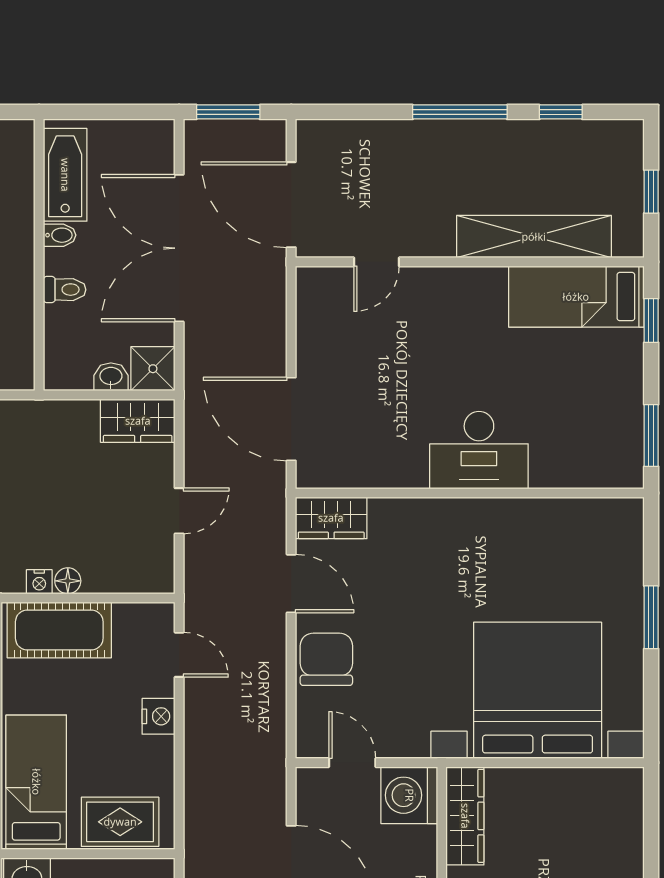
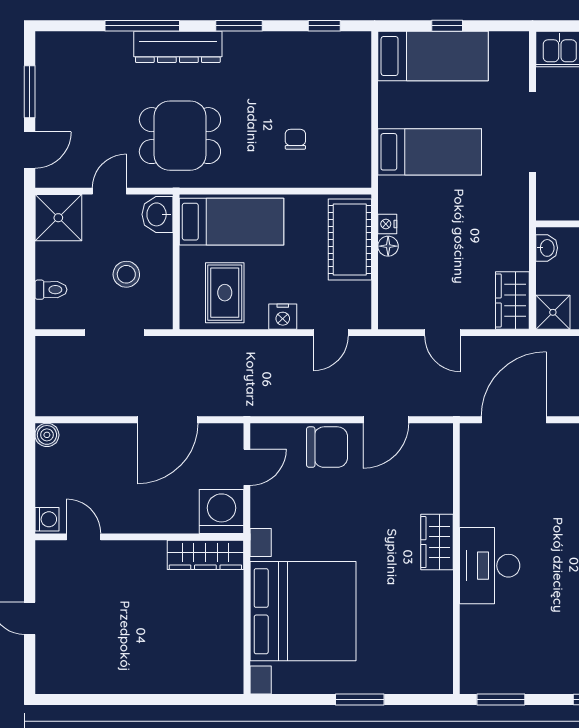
washbasin: (111, 377) -> (547, 248), moved
wardrobe: (331, 518) -> (437, 542), moved
rug: (120, 822) -> (225, 293), moved

